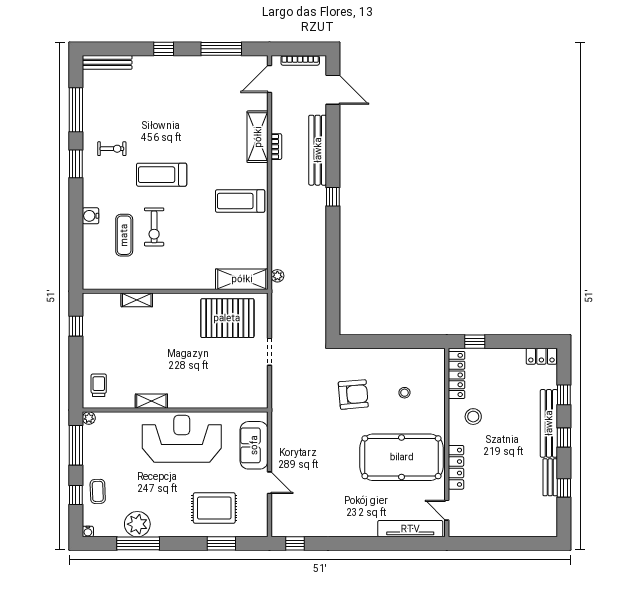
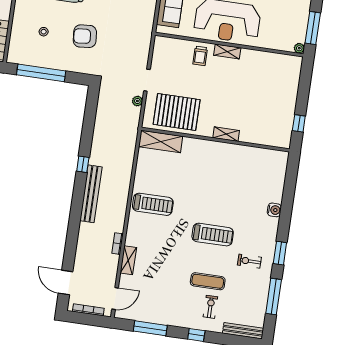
shelving: (258, 137) -> (128, 260), width x0.67, depth x0.75
bench: (318, 150) -> (91, 194), moved
window: (333, 197) -> (83, 164), moved
exercise bike: (154, 227) -> (210, 307), moved, width x0.73, depth x0.72
exercise mat: (124, 235) -> (208, 281), moved, turned 90
plant: (277, 276) -> (137, 101), moved
shelving: (137, 300) -> (226, 134), moved
window: (400, 342) -> (41, 73), added
trolley: (99, 385) -> (200, 56), moved
shelving: (151, 401) -> (227, 51), moved

